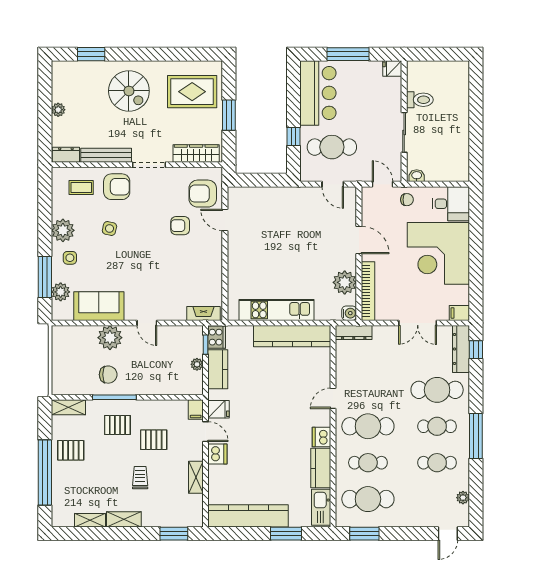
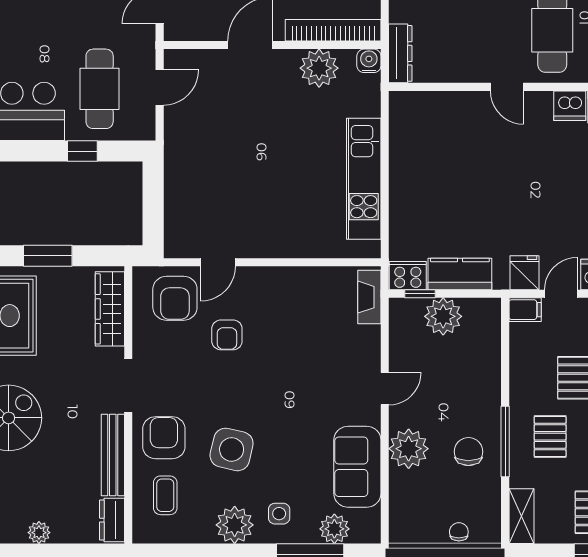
side table: (109, 228) -> (232, 449), width x1.87, depth x1.87
kitchen counter: (292, 336) -> (406, 153), removed
plant: (197, 364) -> (443, 316), width x1.87, depth x1.87
chair: (59, 369) -> (459, 532), added

